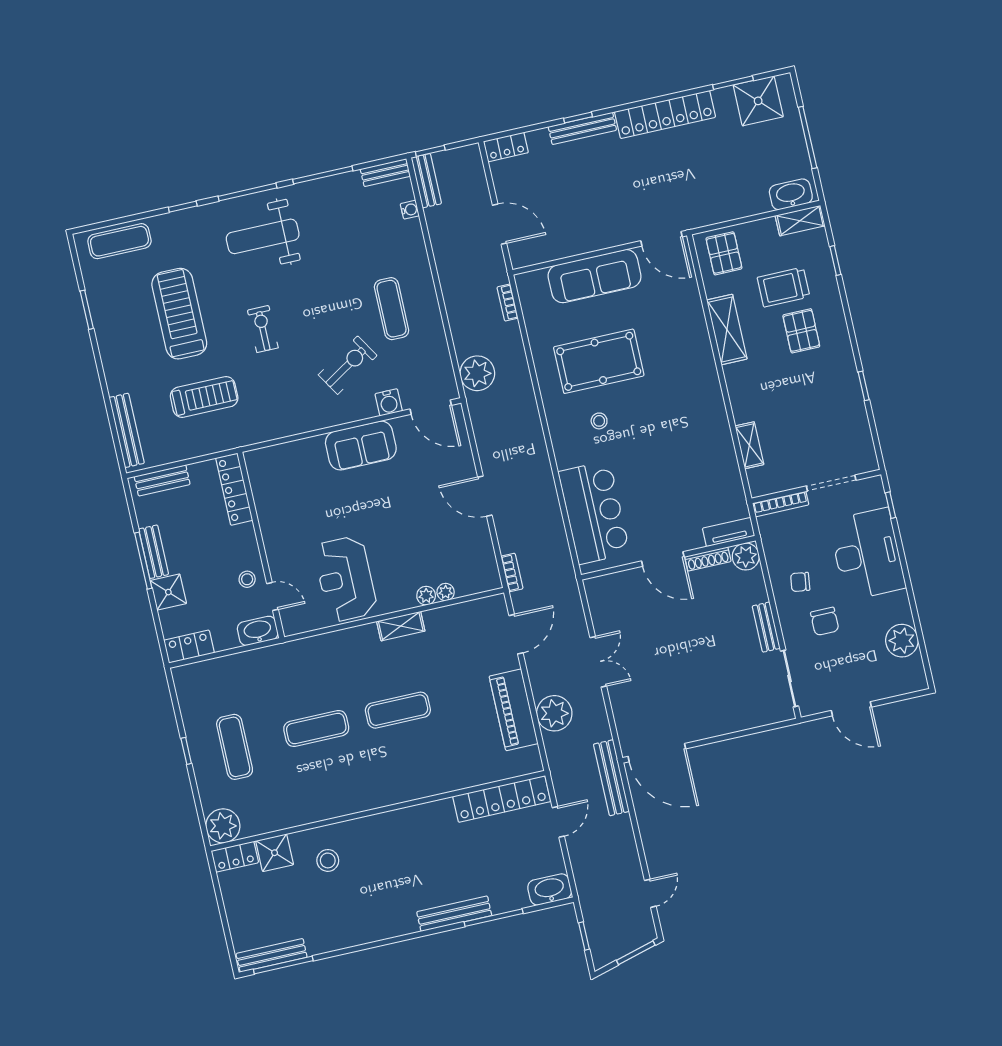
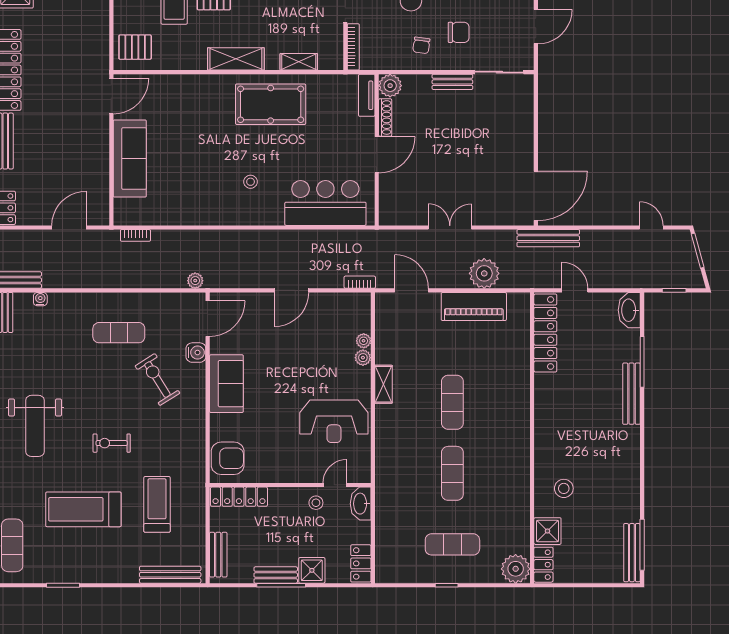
shelving: (727, 330) -> (236, 59), moved
pool table: (599, 361) -> (271, 104), moved, turned 90
plant: (477, 373) -> (195, 281), width x0.53, depth x0.53
armchair: (275, 466) -> (228, 458), added

